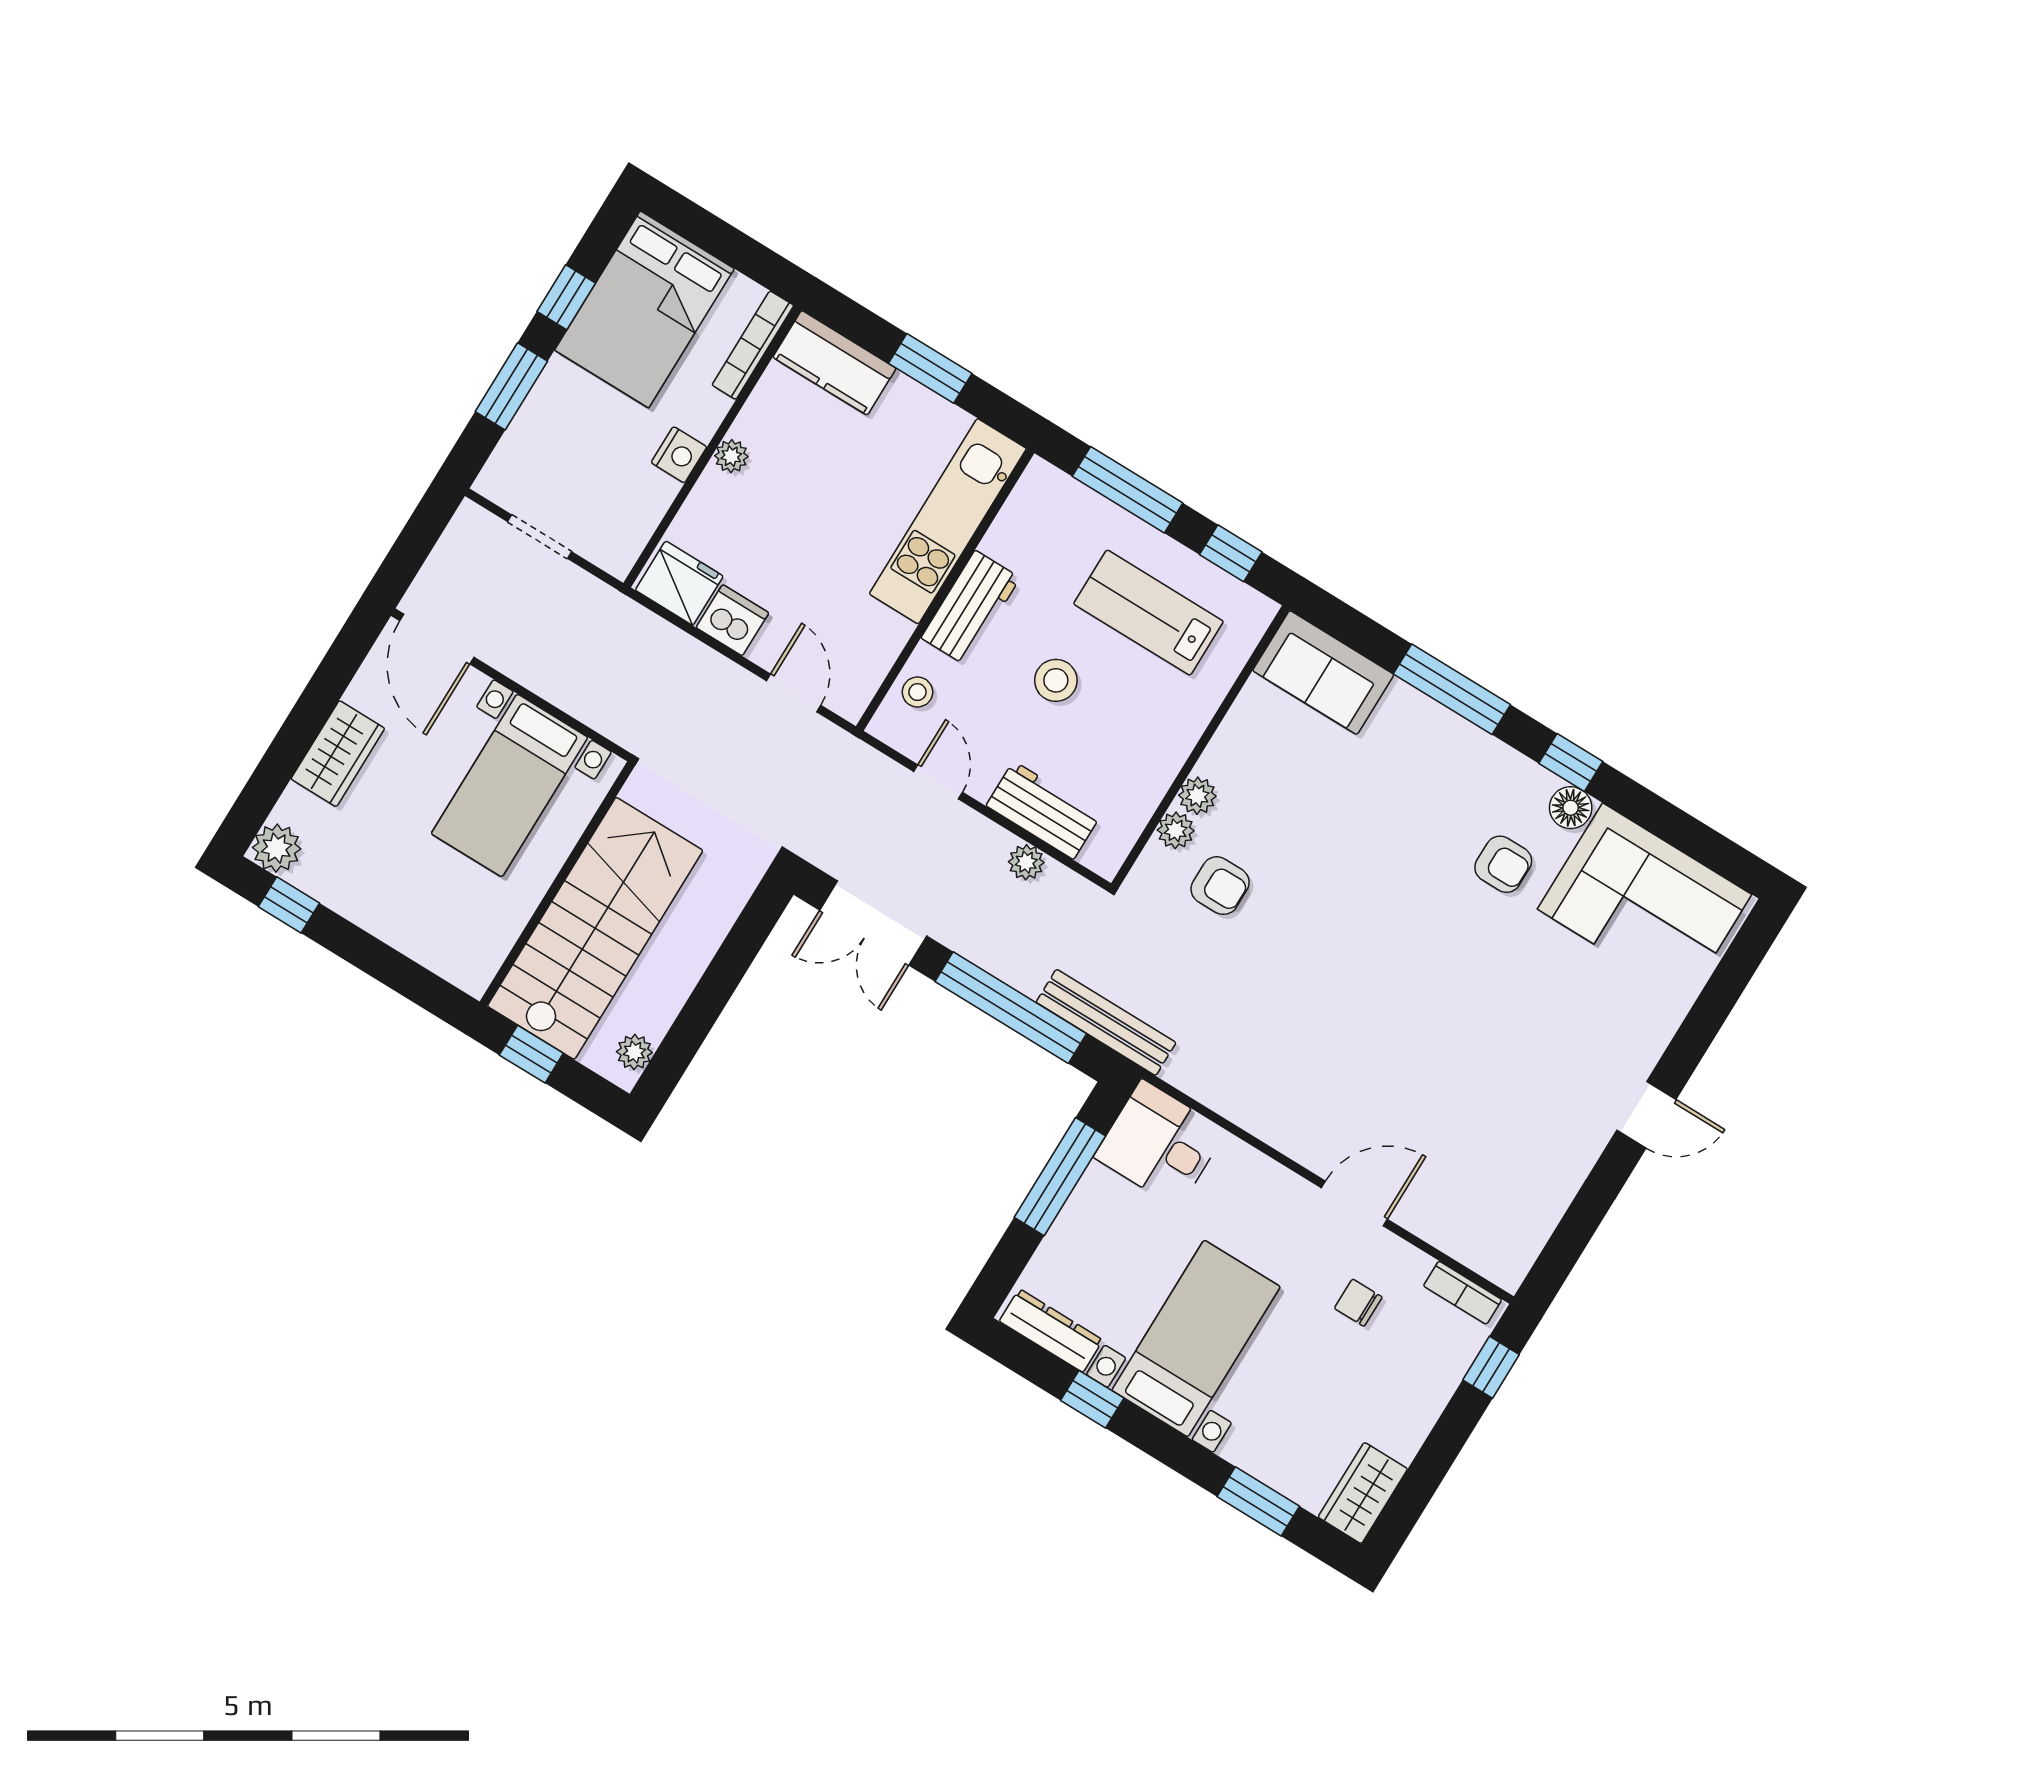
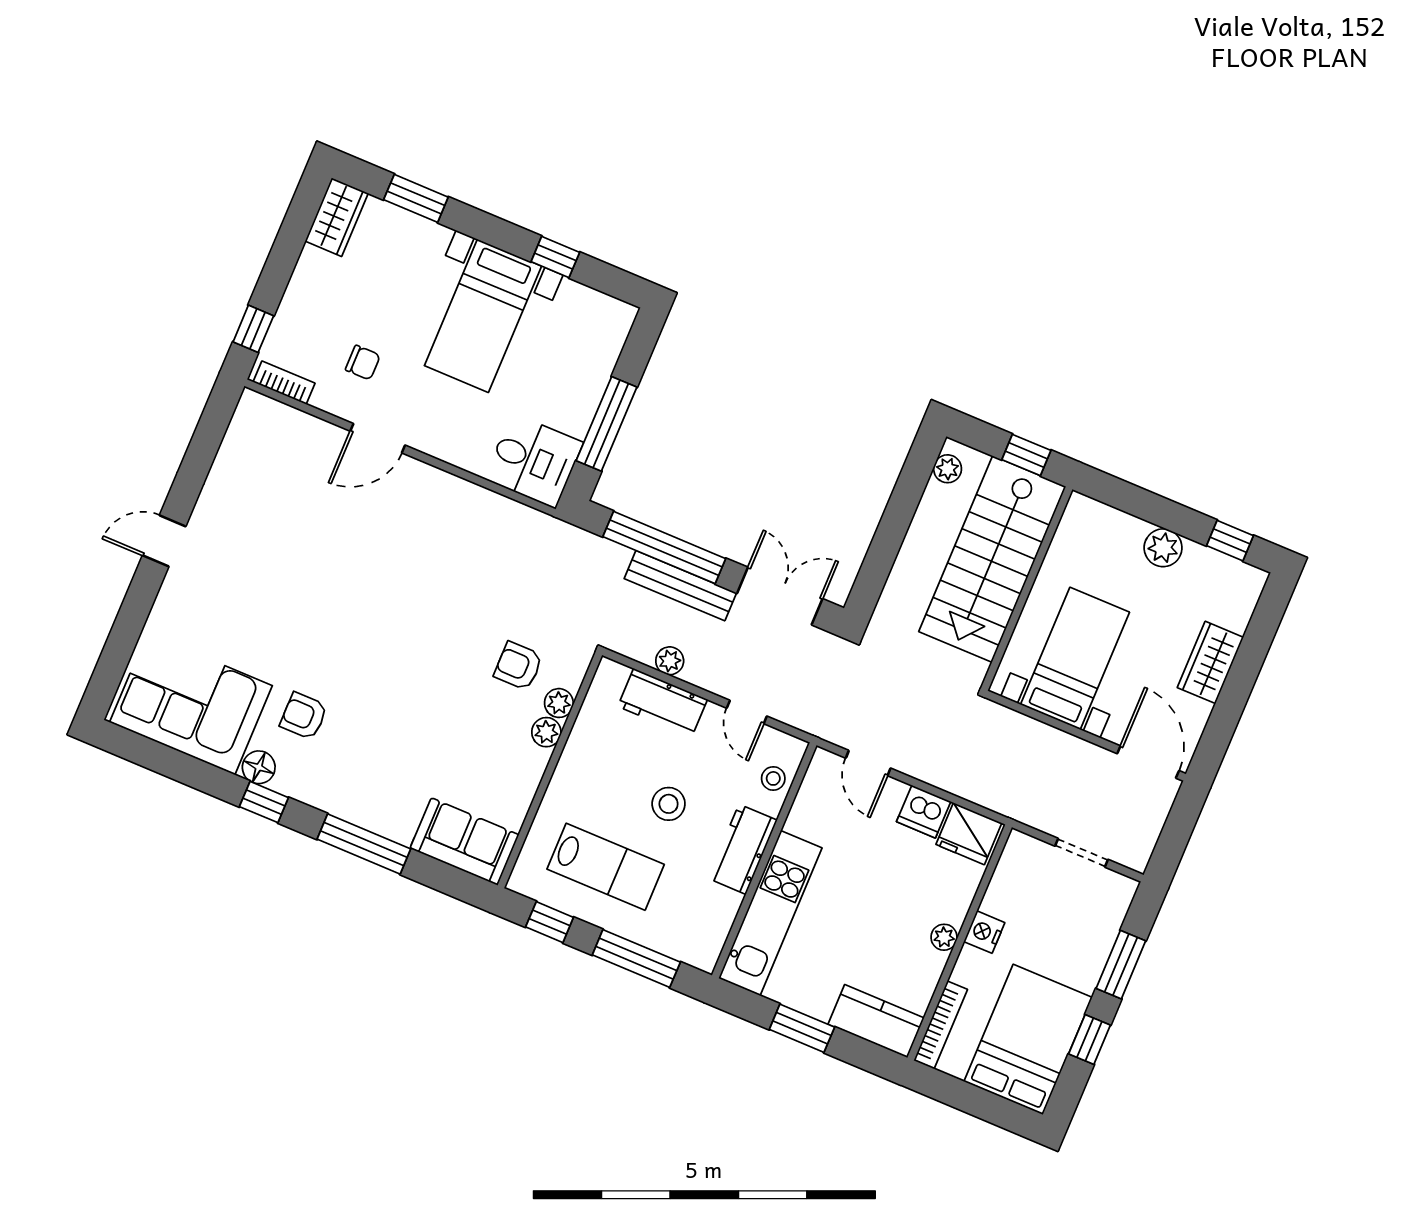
plant: (277, 848) -> (1163, 548), moved
bench: (1106, 1022) -> (680, 586), moved
dresser: (1051, 1331) -> (595, 305), removed

